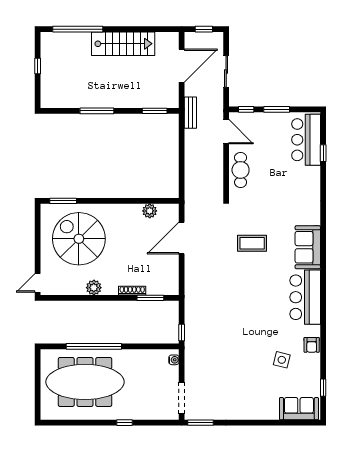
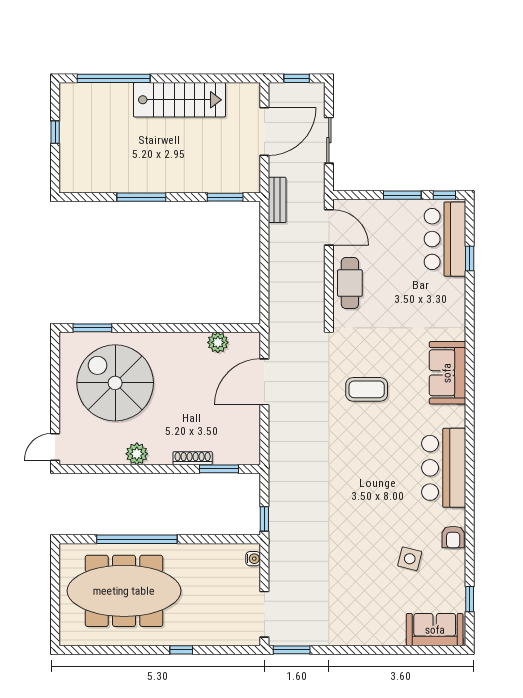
window: (246, 109) -> (444, 195), moved
sofa: (308, 247) -> (447, 373), moved

